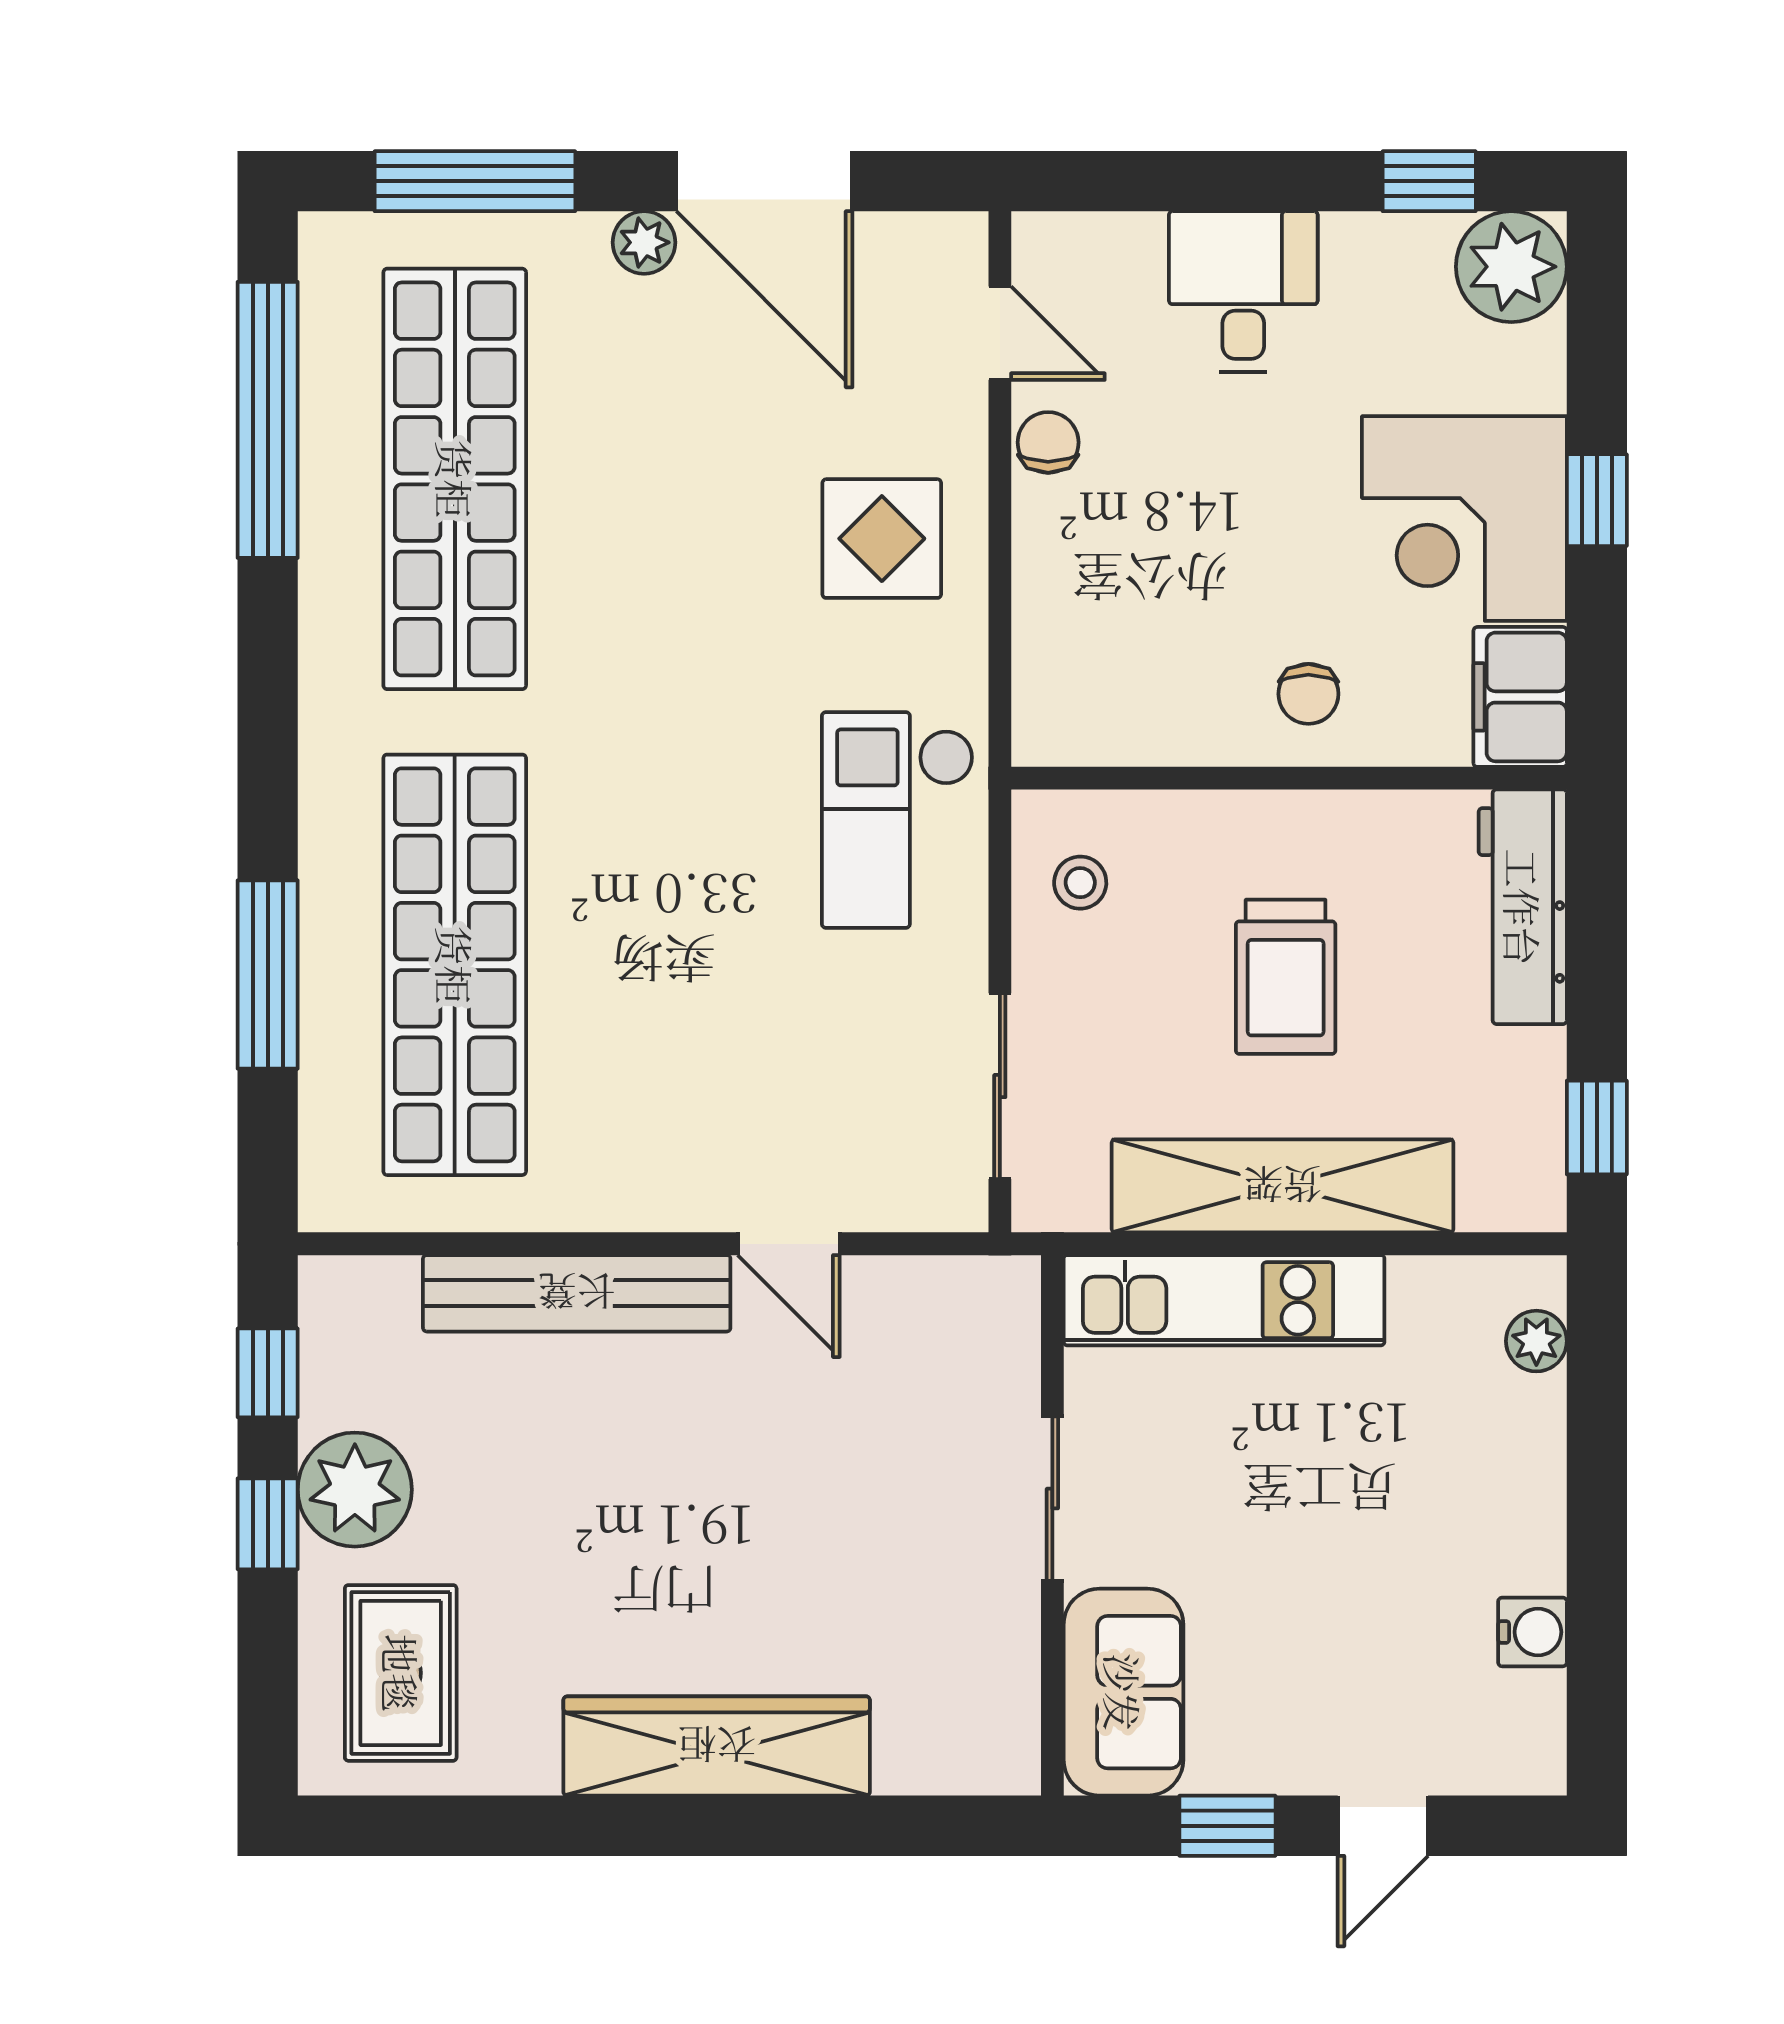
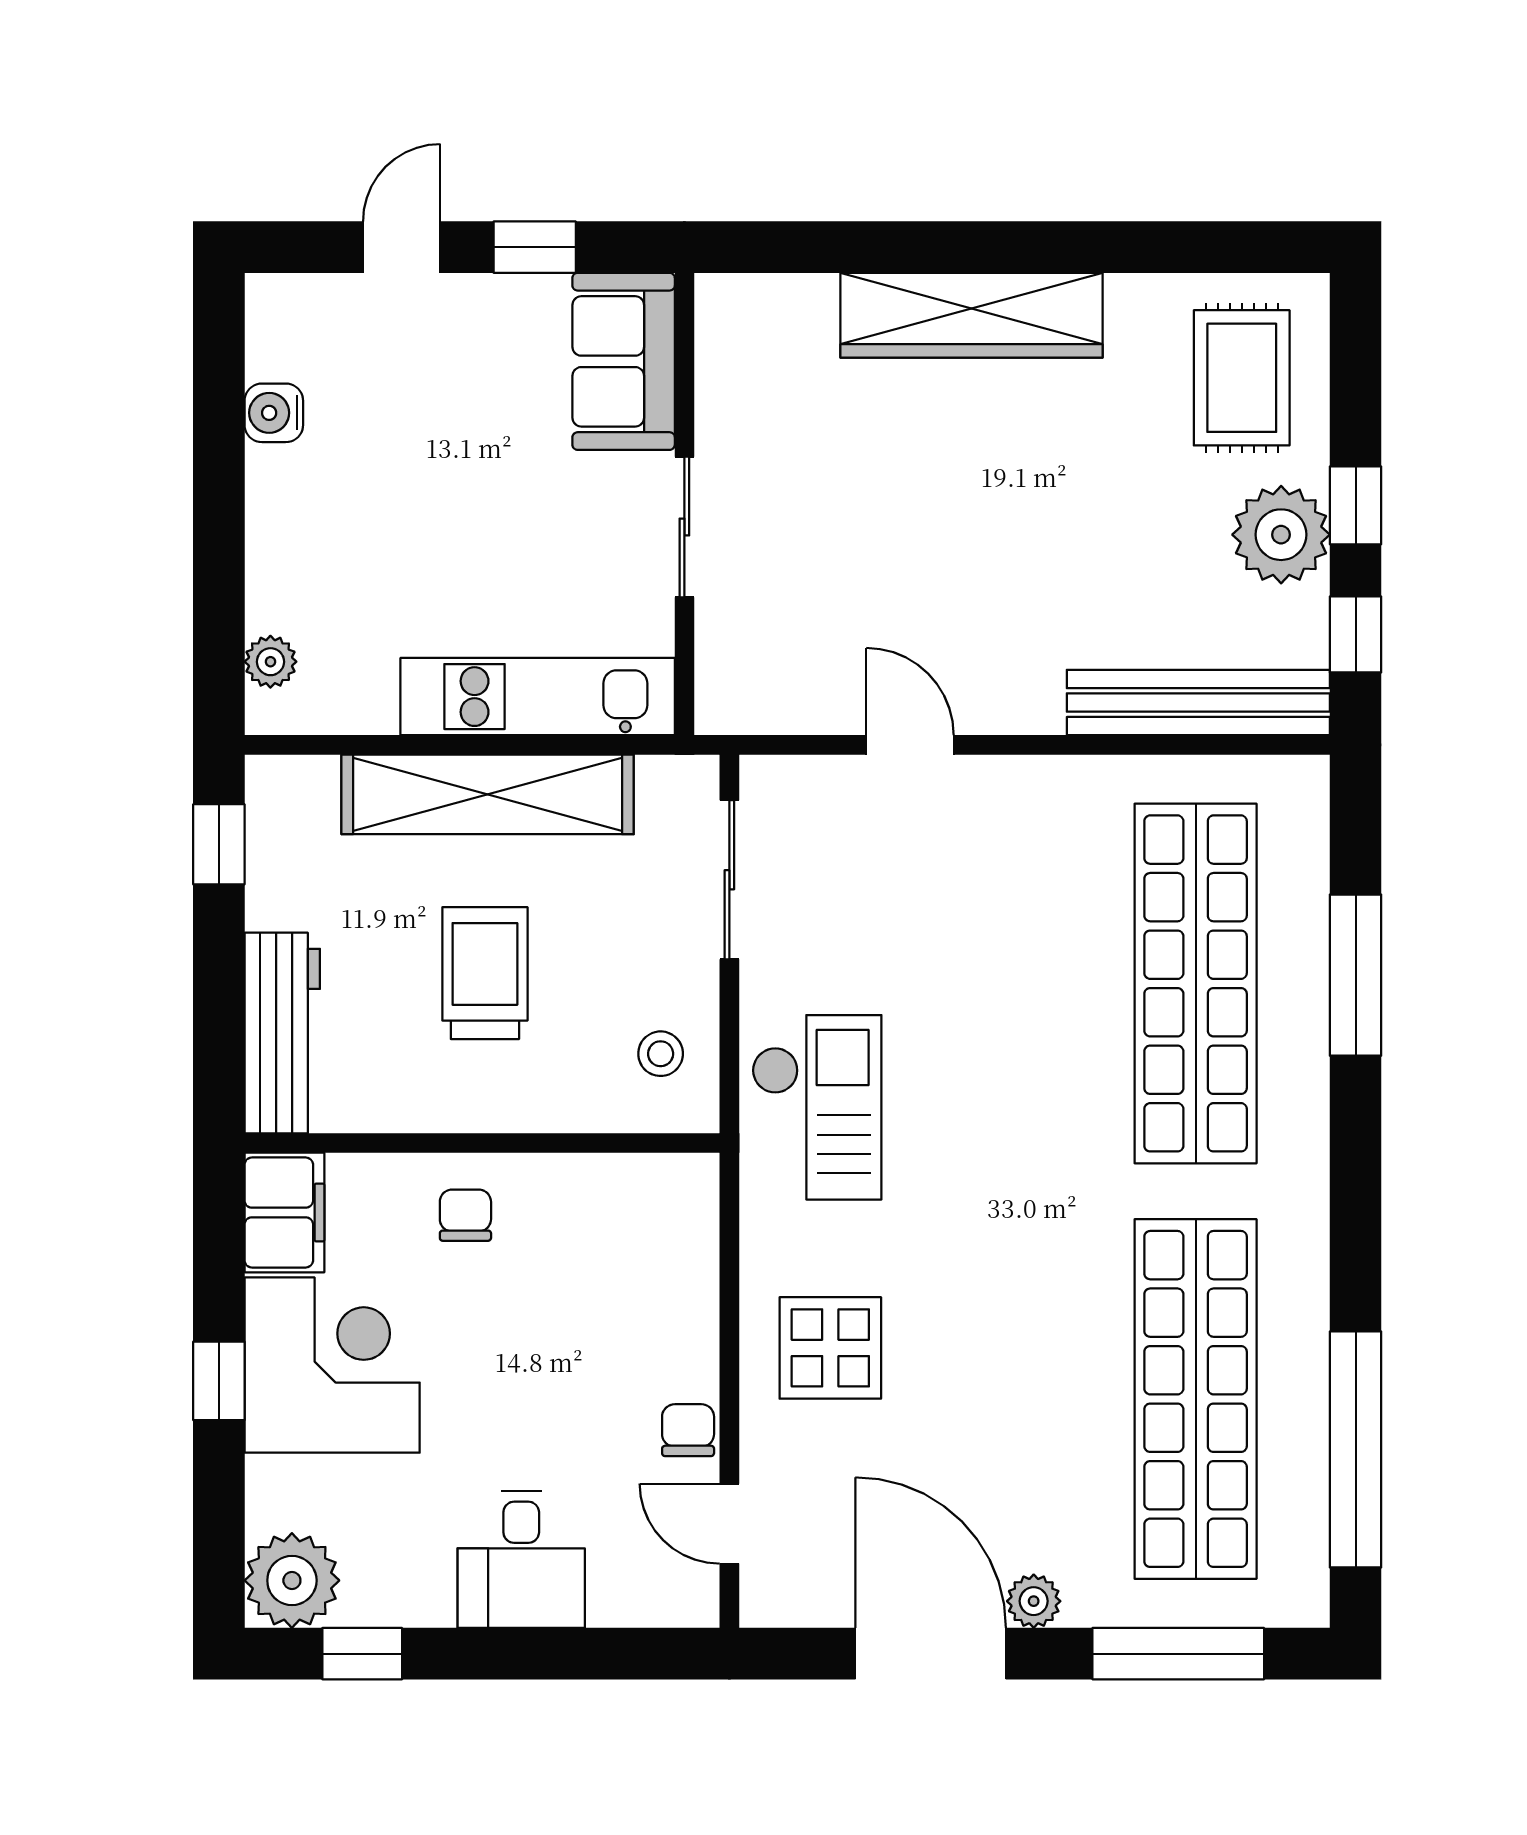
chair: (1048, 442) -> (688, 1430), turned 180
bench: (577, 1293) -> (1198, 703), moved

